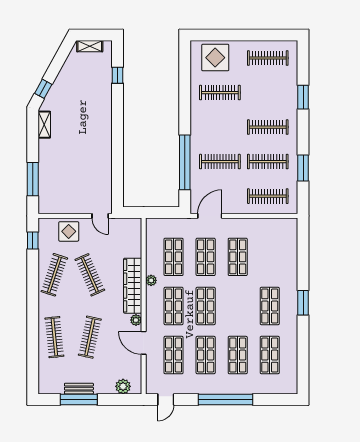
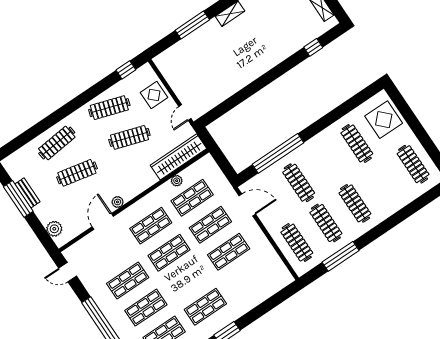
window: (303, 97) -> (400, 216), removed
window: (303, 168) -> (341, 256), width x1.44
window: (33, 179) -> (192, 25), moved
clothes rail: (90, 275) -> (129, 137), turned 42
plant: (151, 280) -> (177, 181), moved
wardrobe: (133, 286) -> (178, 157), moved
shop shelf: (174, 355) -> (109, 254), removed

